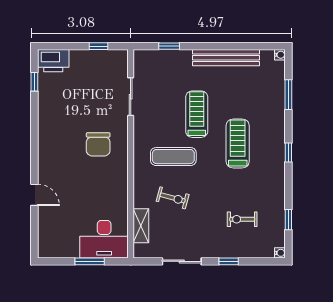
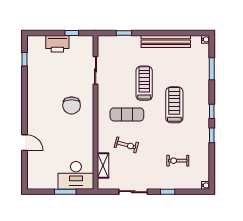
printer: (53, 61) -> (57, 44), moved
window: (288, 220) -> (212, 135), moved

